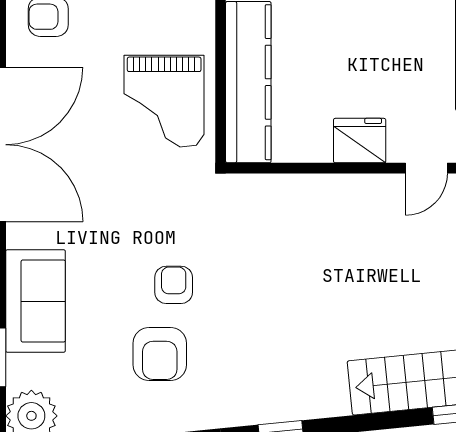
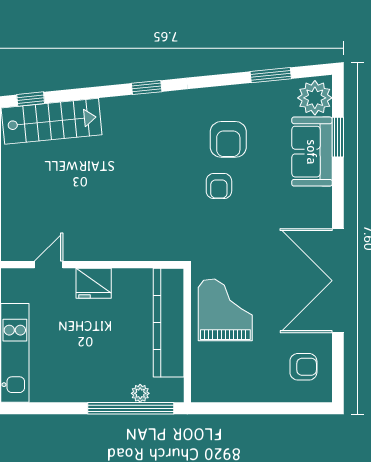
sofa: (35, 301) -> (312, 152), moved
armchair: (160, 354) -> (228, 139), turned 180

